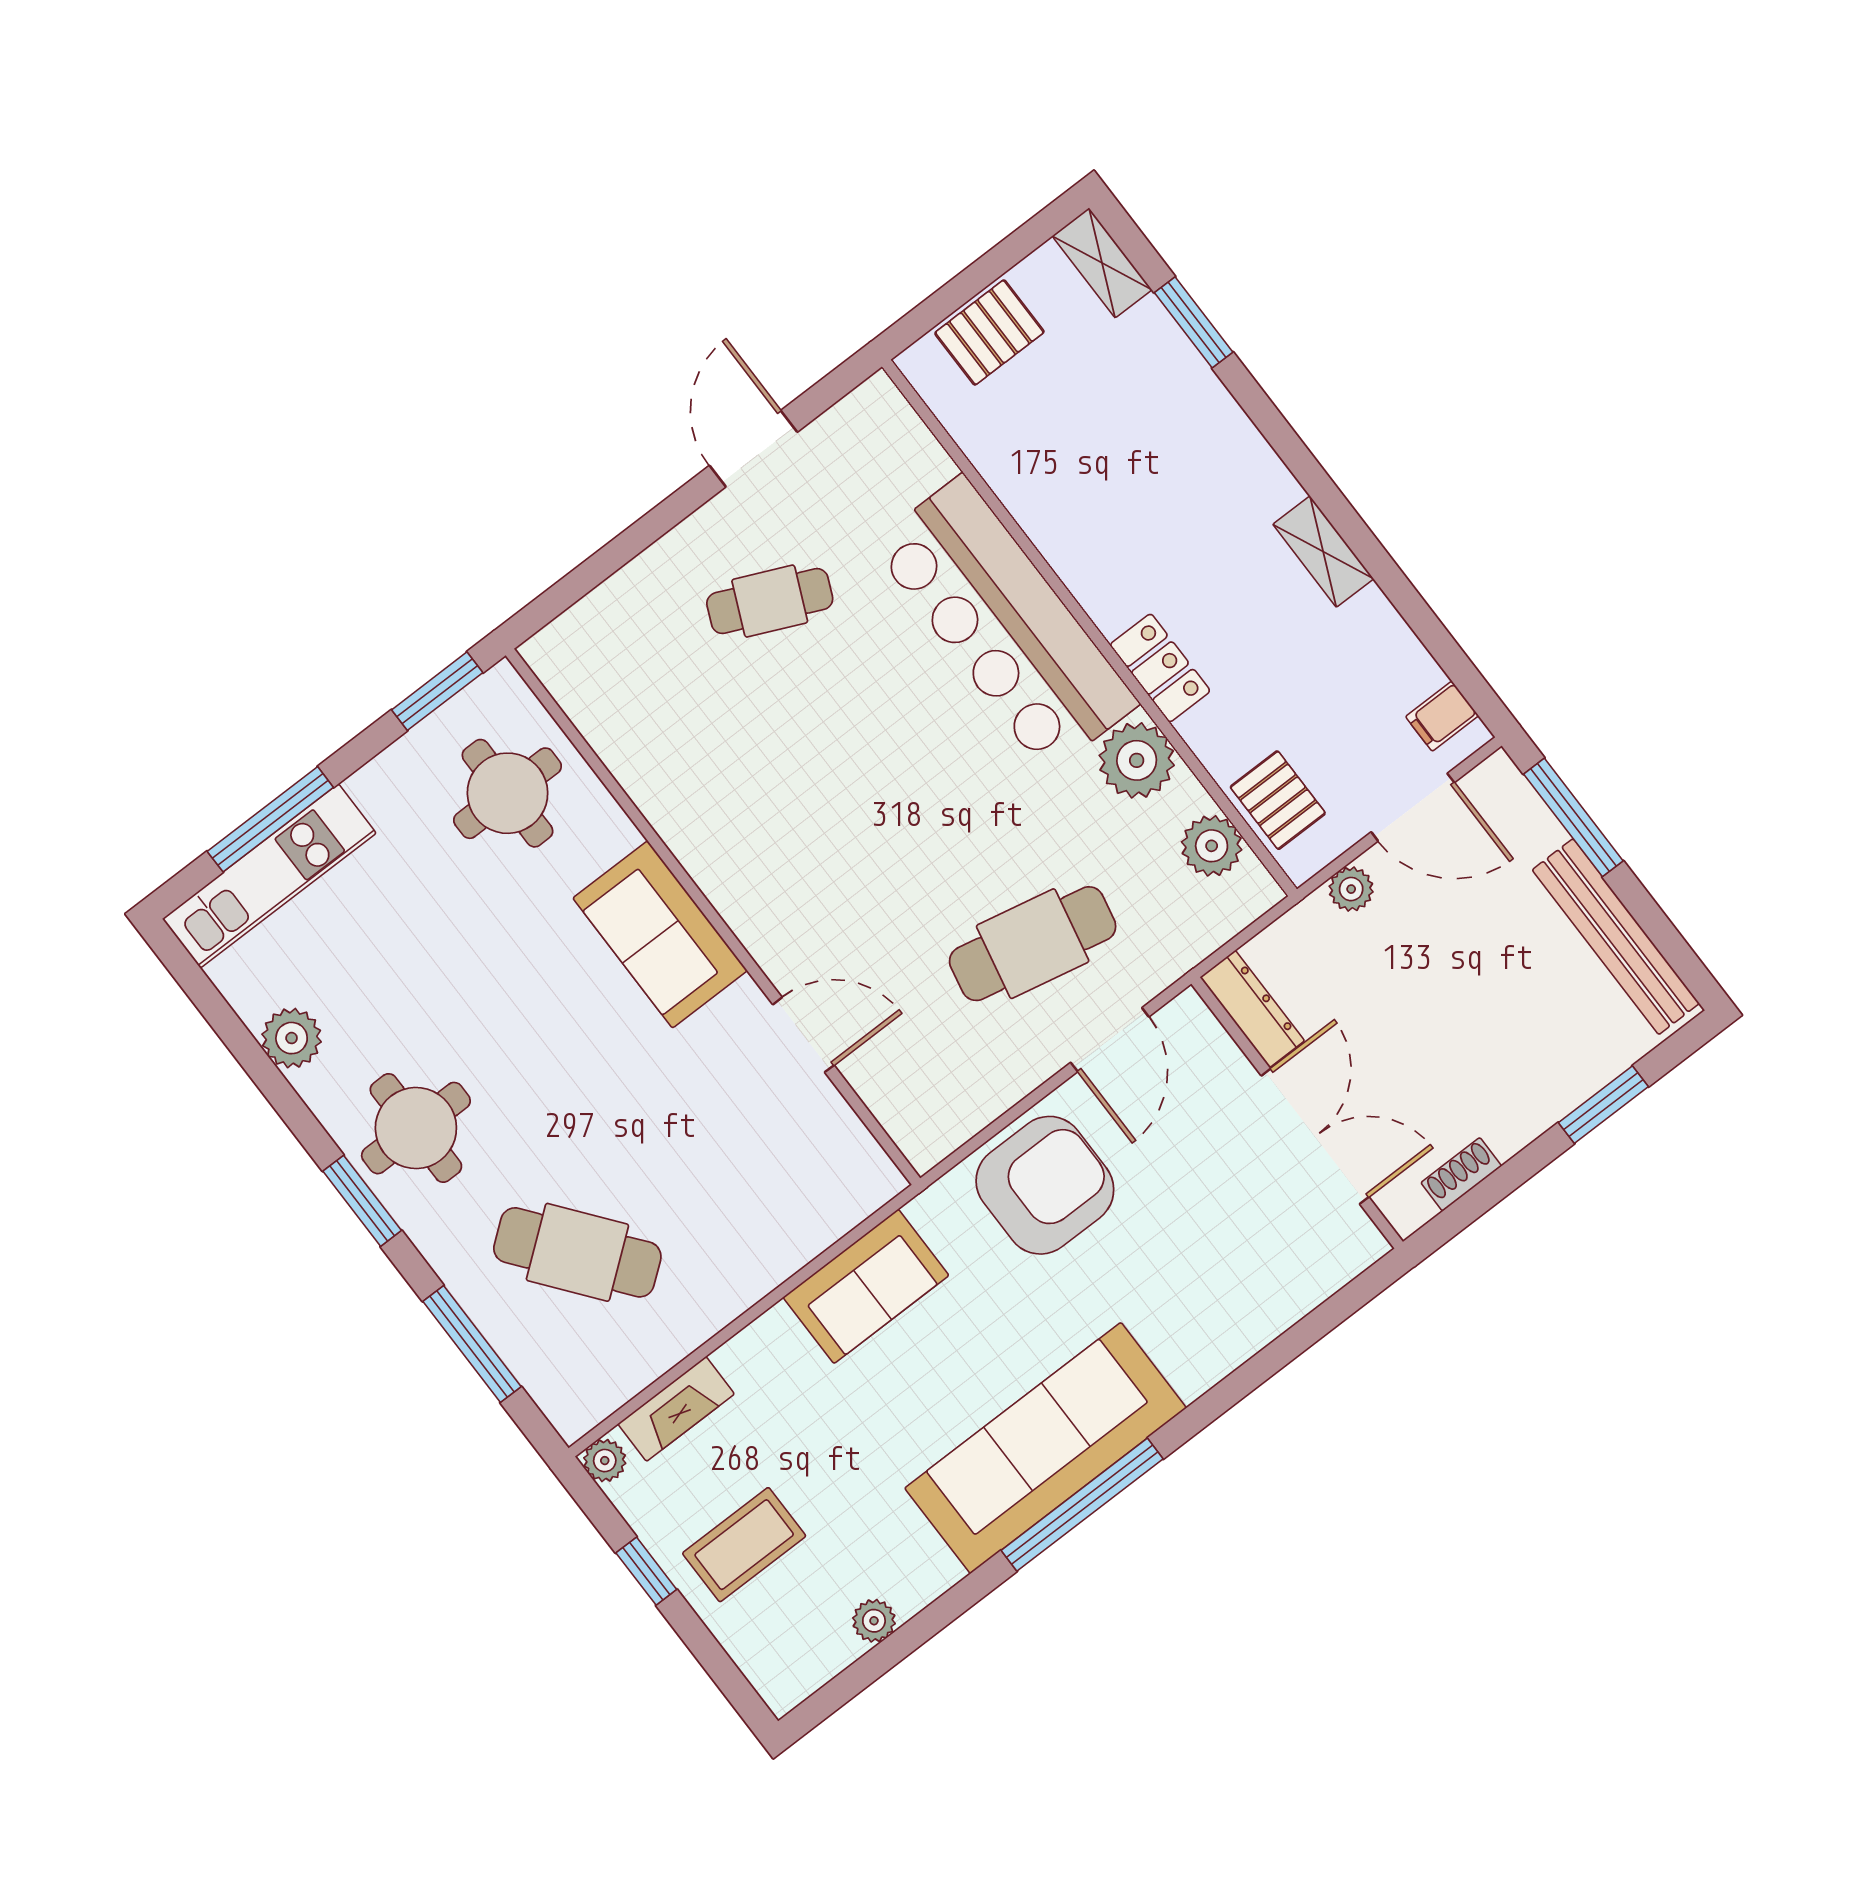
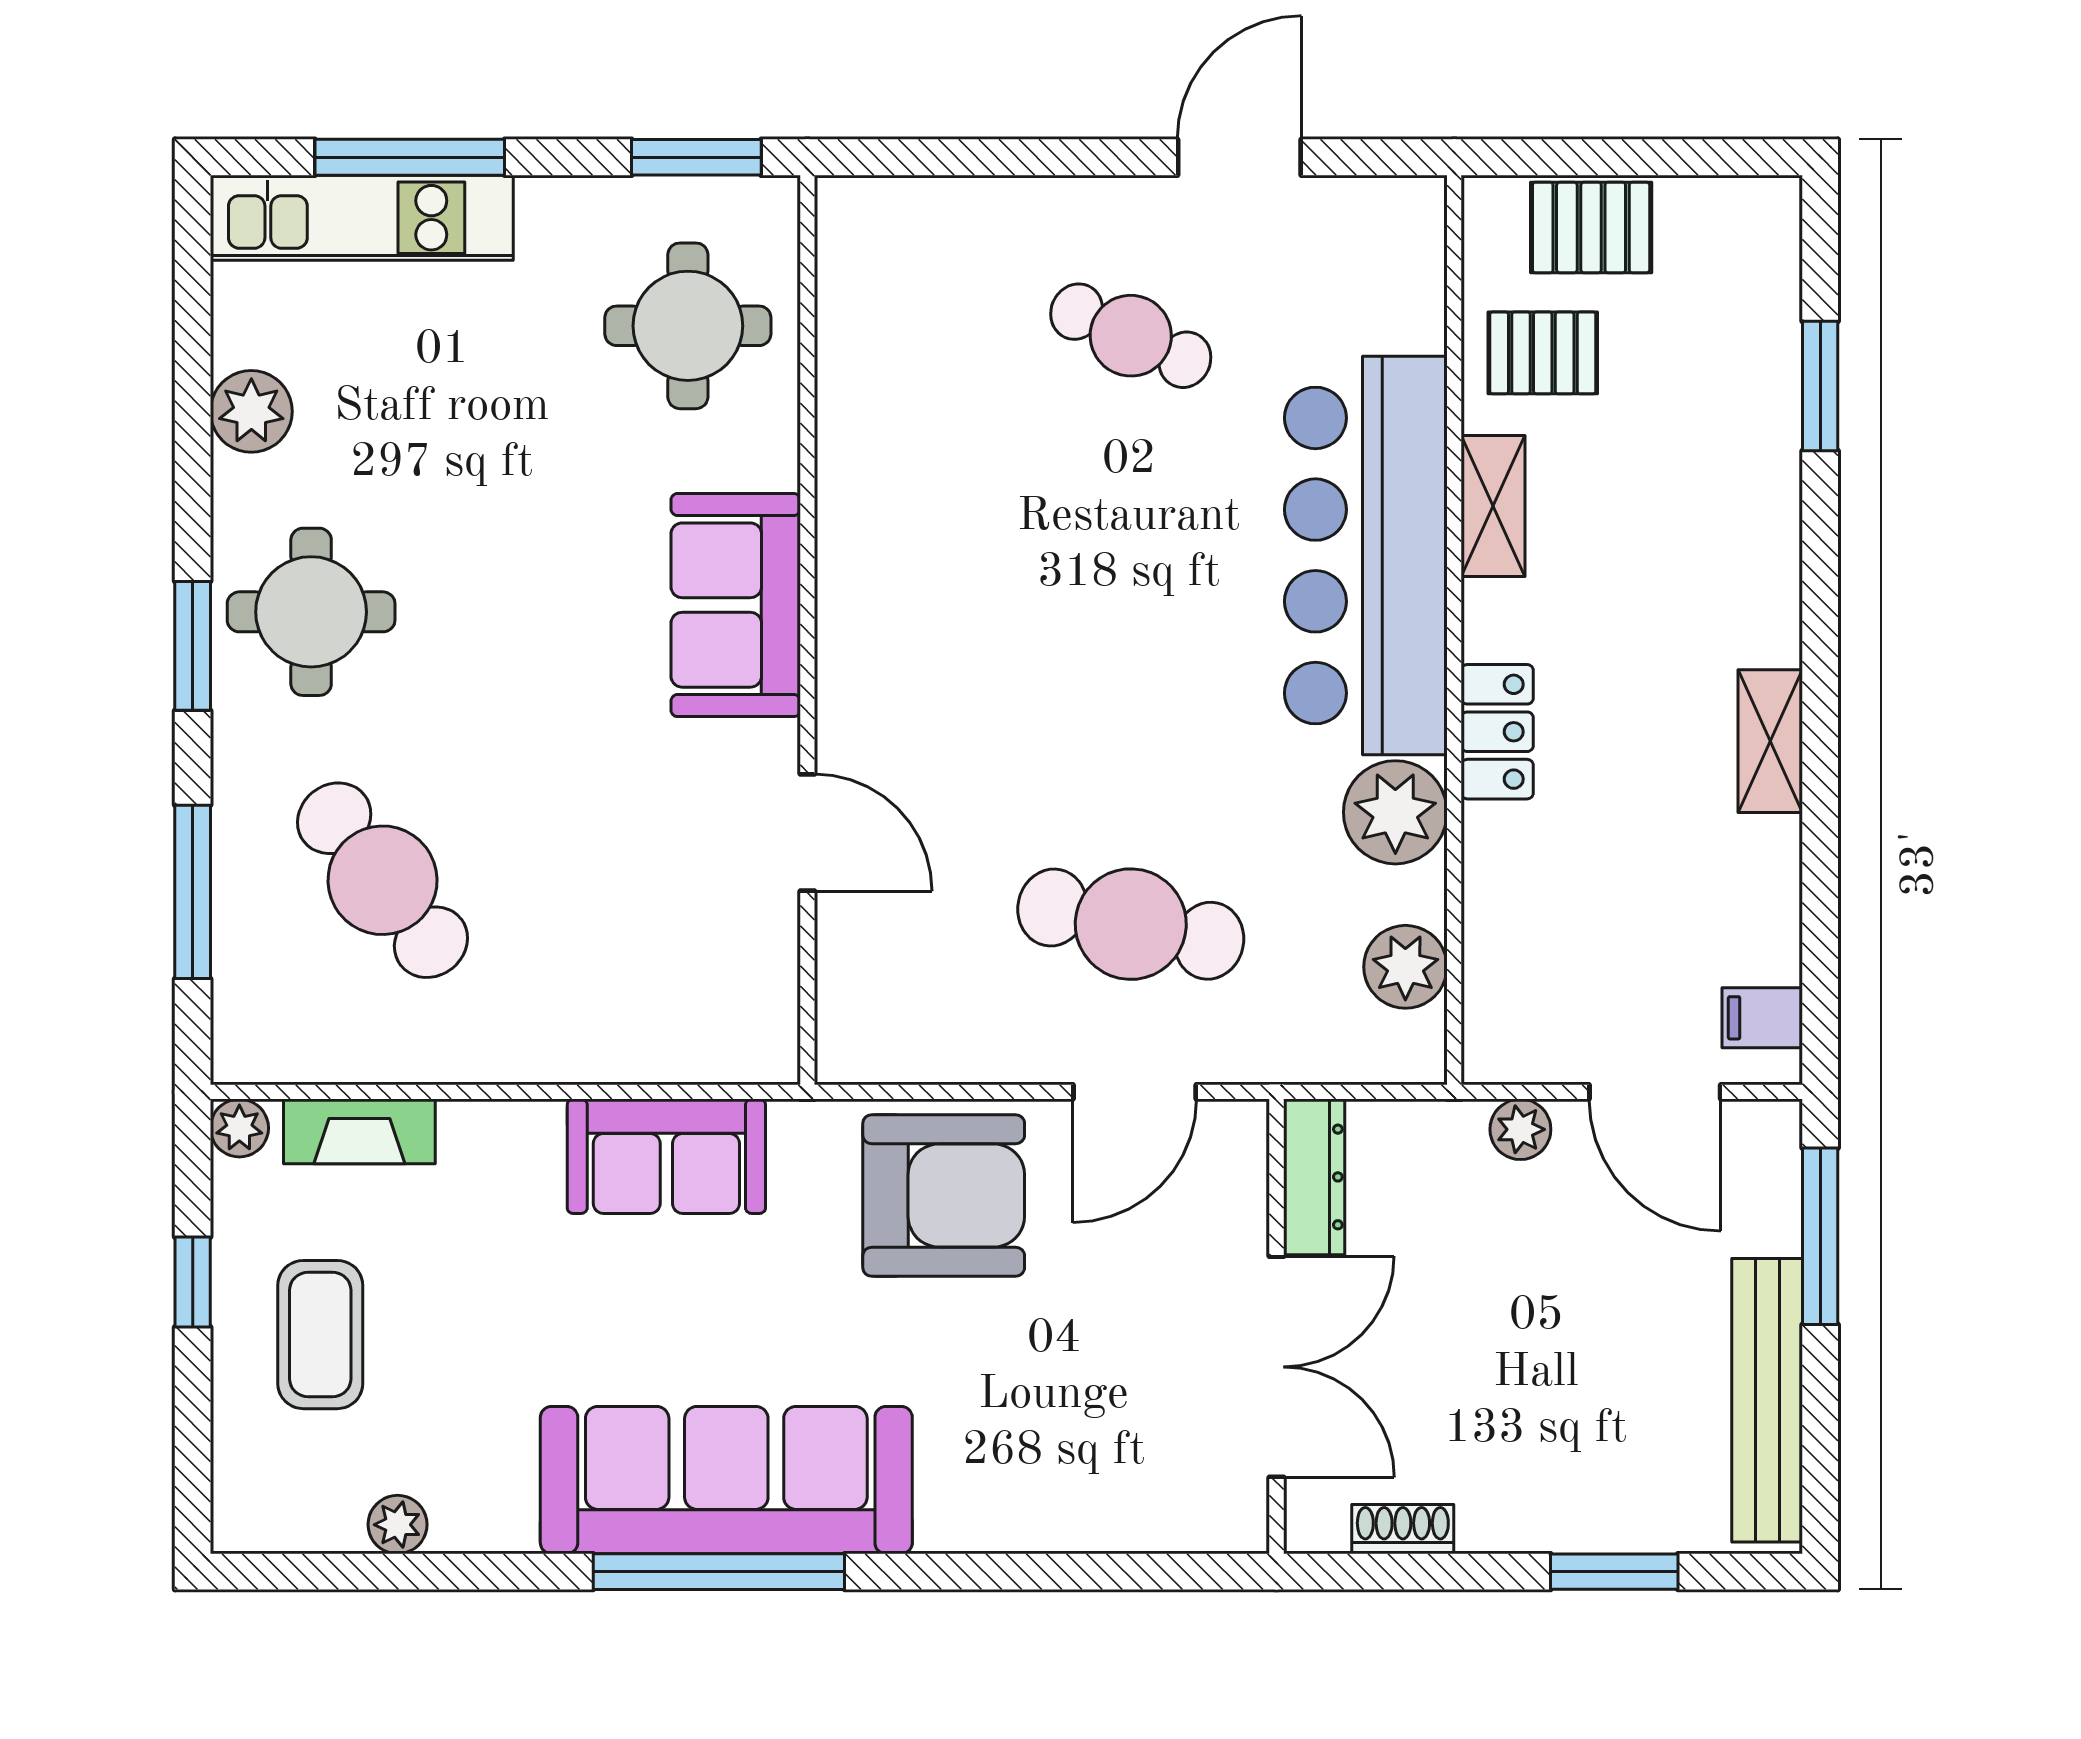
shelving: (1102, 263) -> (1493, 506), moved
pallet: (1278, 800) -> (1543, 353), moved, turned 90
coffee table: (744, 1545) -> (320, 1335), turned 90

